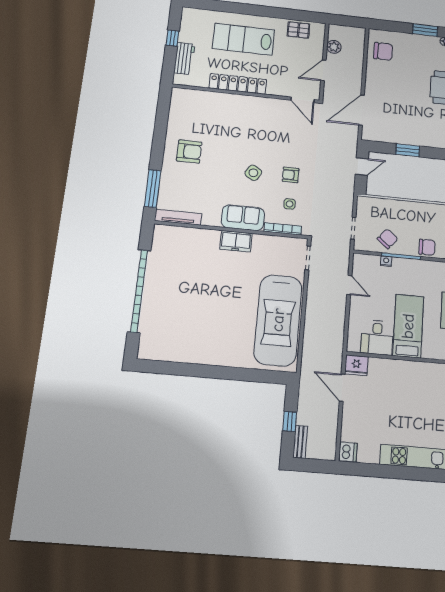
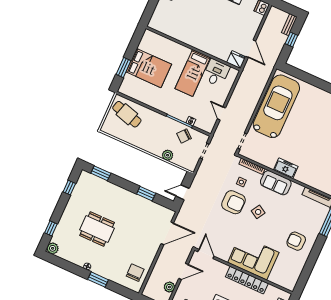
chair: (383, 51) -> (135, 273), turned 90
corner sofa: (239, 114) -> (253, 257), added
armchair: (291, 175) -> (233, 202), width x1.88, depth x1.88
plant: (399, 207) -> (168, 155), added
chair: (427, 247) -> (159, 121), removed

